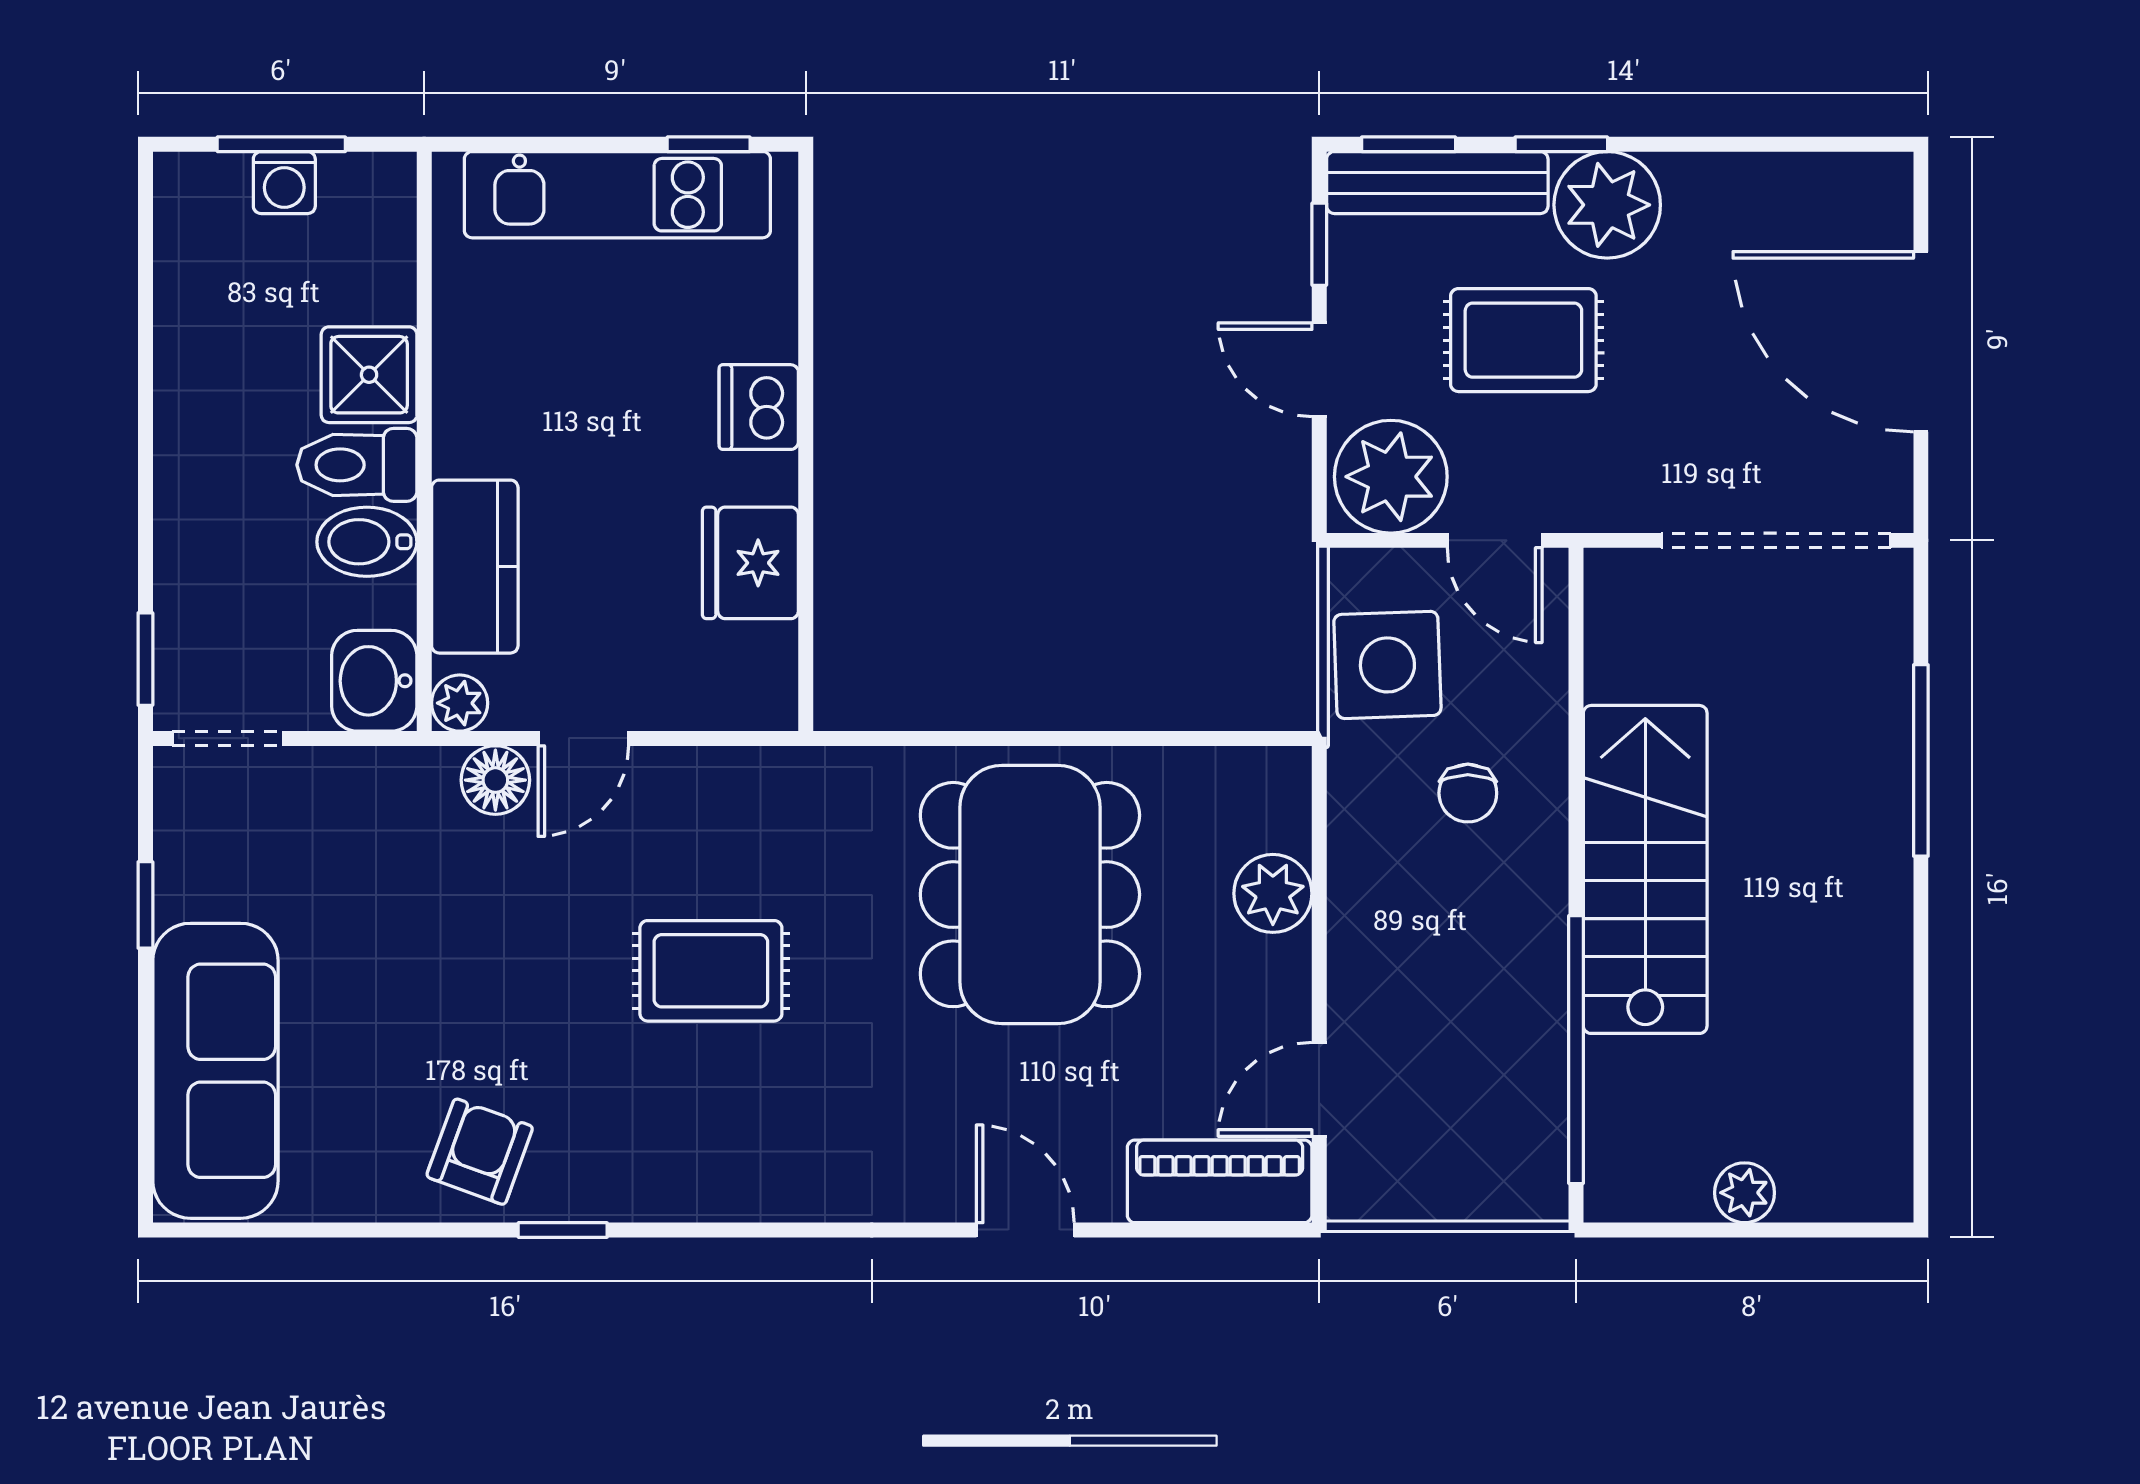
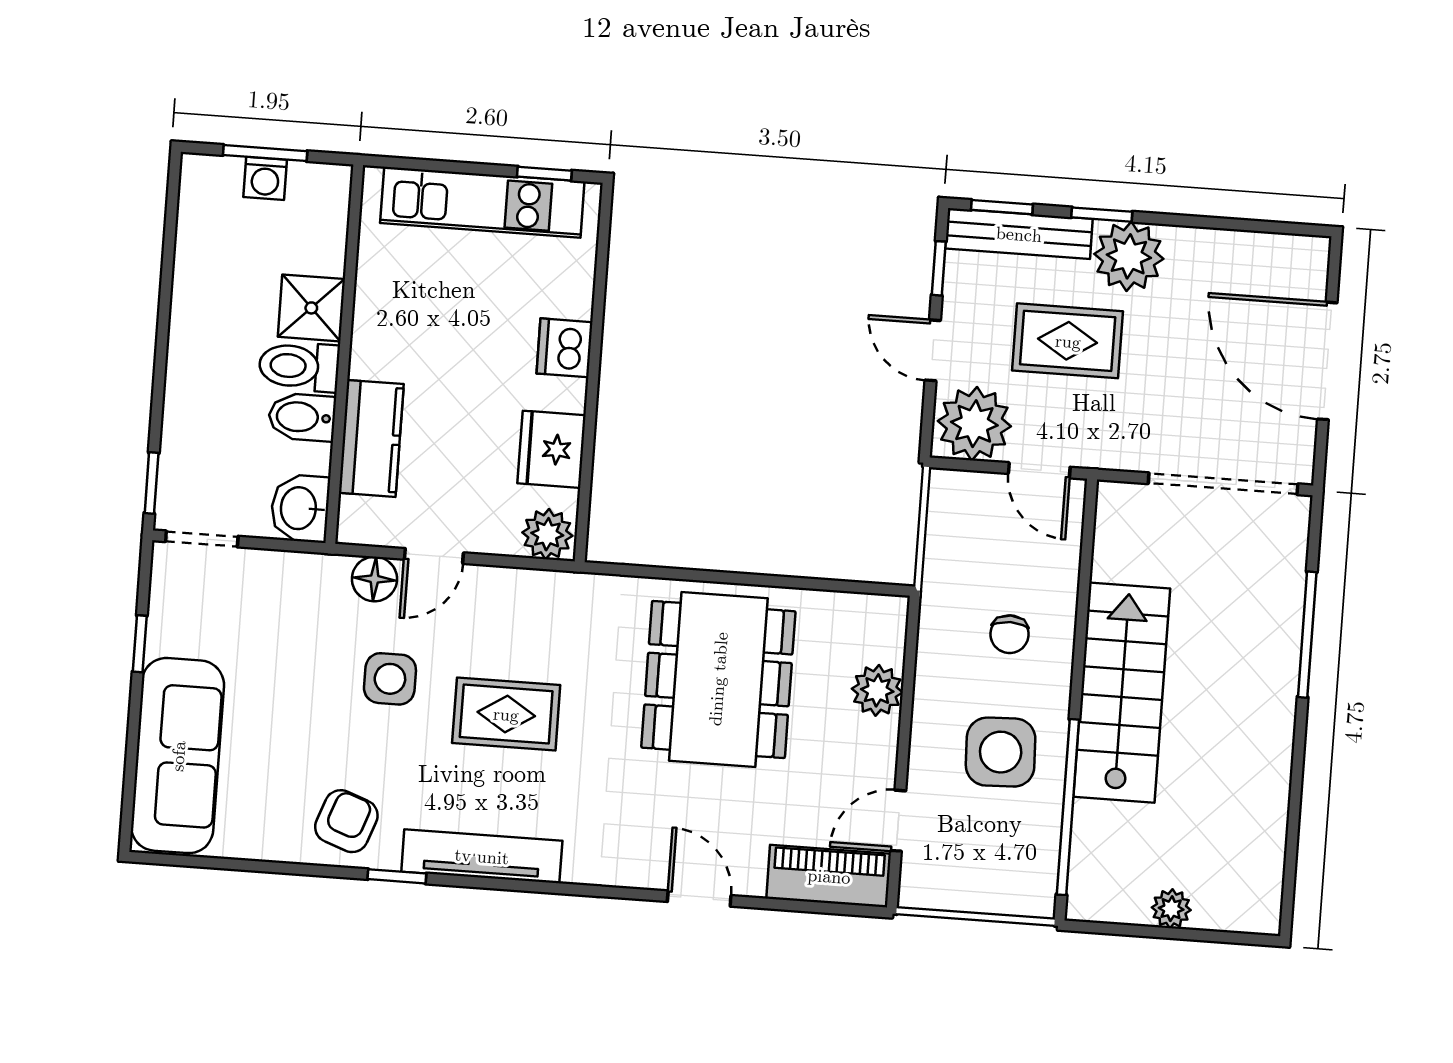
side table: (1387, 665) -> (1001, 752), moved
plant: (460, 703) -> (547, 534), moved, width x1.38, depth x1.38
side table: (530, 930) -> (390, 679), added
tv unit: (690, 1190) -> (482, 856), added

